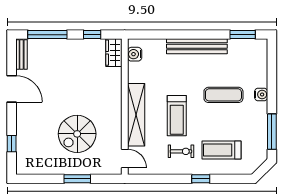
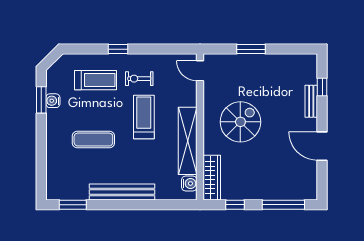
wardrobe: (114, 53) -> (212, 178), width x1.50
bench: (22, 55) -> (311, 101), moved
water cooler: (261, 94) -> (53, 101), moved
shelving: (136, 115) -> (188, 141), moved
window: (272, 132) -> (41, 100), width x0.69
spiral stairs: (77, 134) -> (240, 122), moved

